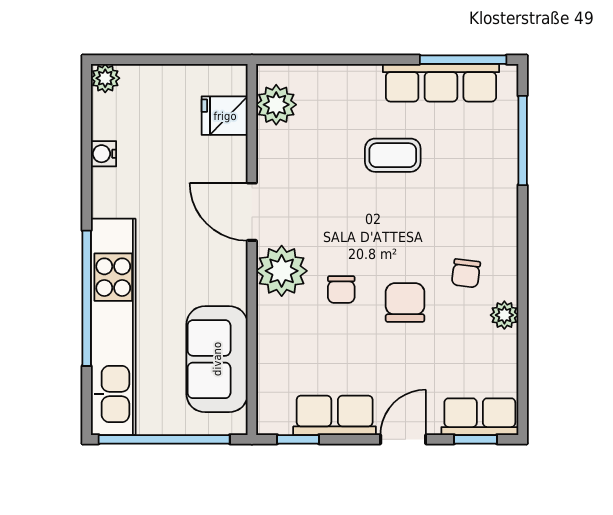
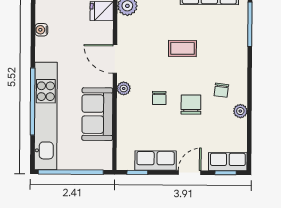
coffee table: (393, 155) -> (182, 48), moved
plant: (282, 271) -> (124, 88), width x0.53, depth x0.53
sofa: (217, 359) -> (97, 114), moved

